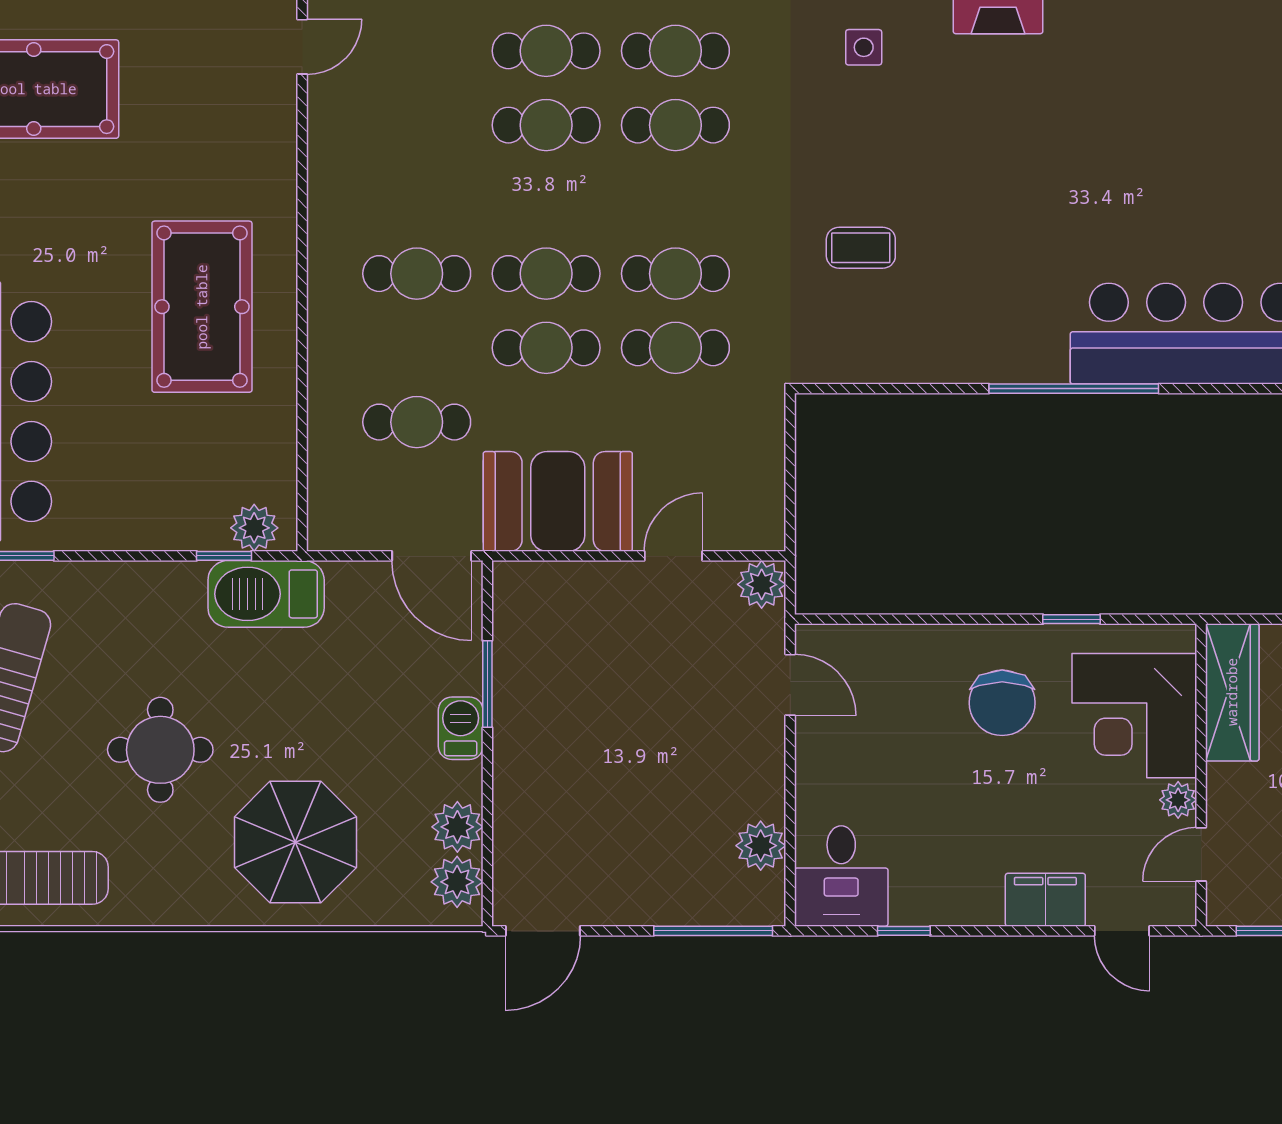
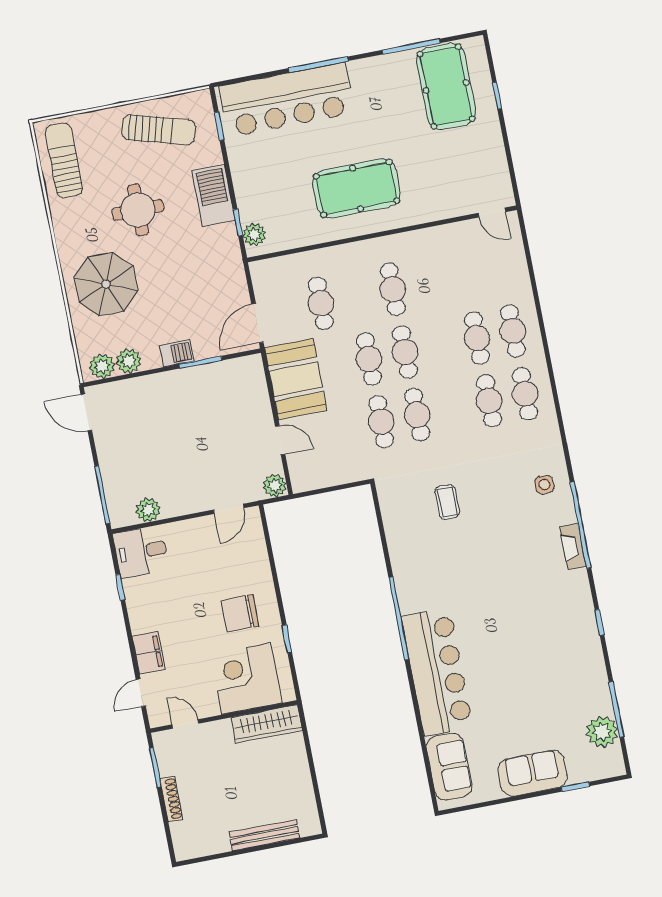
barbecue: (266, 594) -> (213, 195), moved
plant: (1178, 800) -> (209, 708), removed

